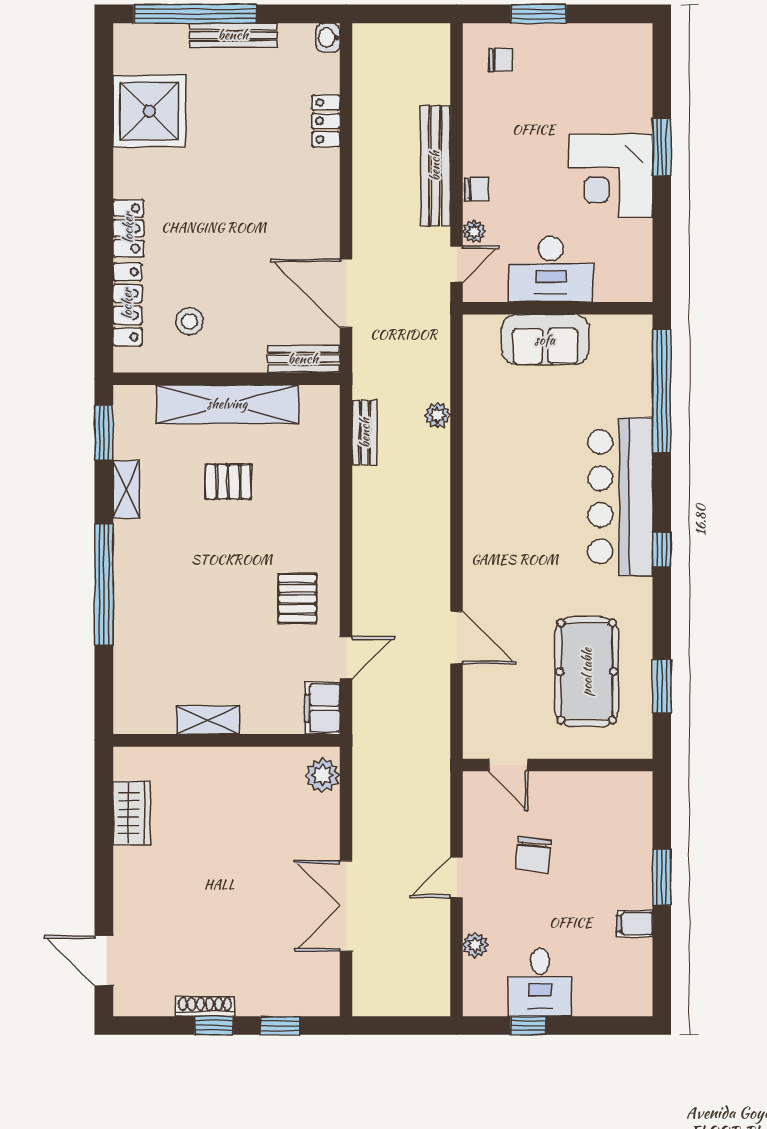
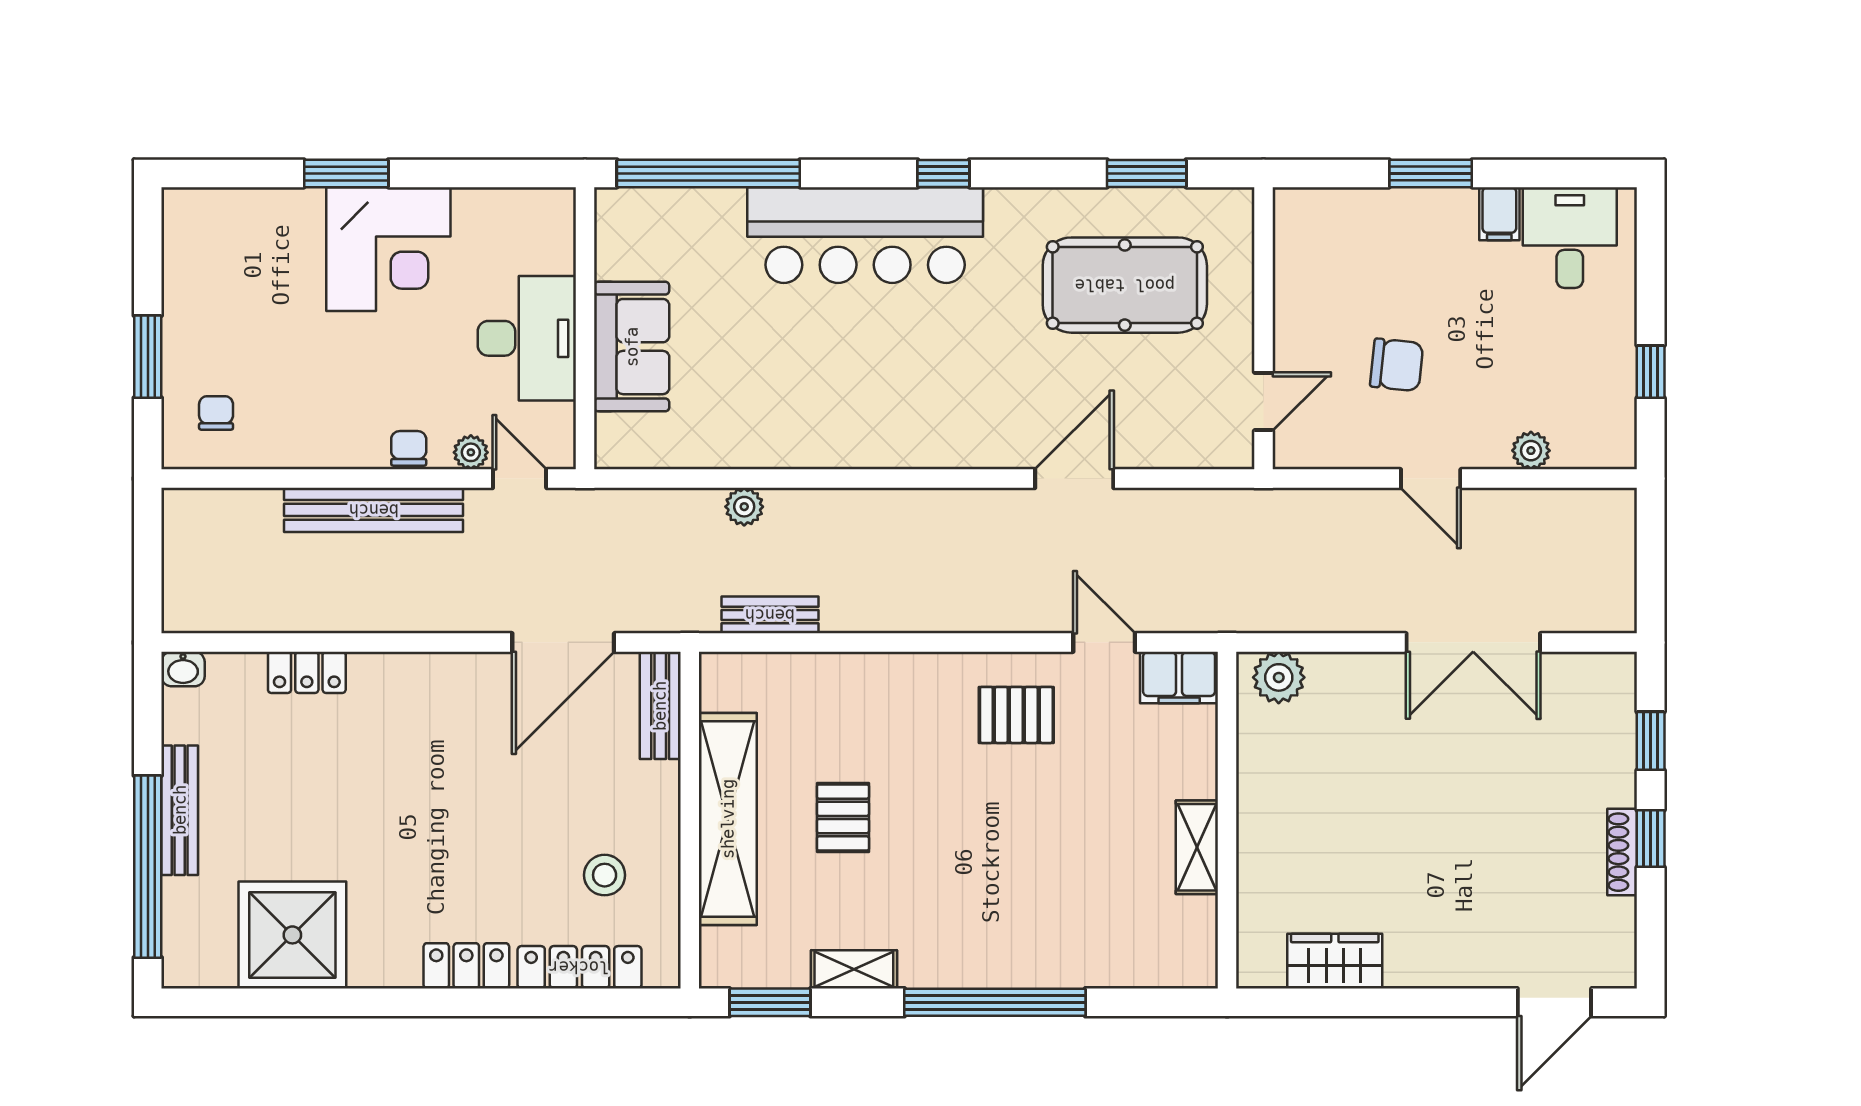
desk: (540, 982) -> (1570, 238), moved, turned -90

